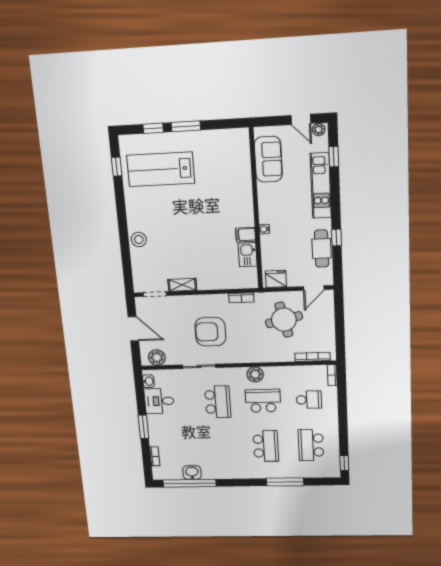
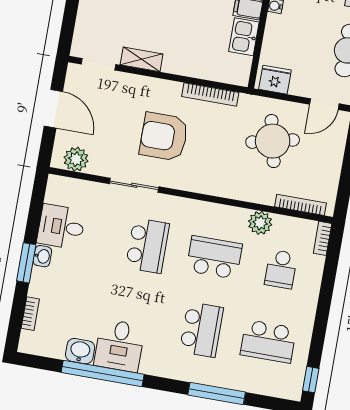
bookcase: (241, 298) -> (210, 94), width x1.56
plant: (255, 374) -> (260, 223), moved
washbasin: (148, 381) -> (42, 256), moved
school desk: (309, 400) -> (281, 269), turned 90
school desk: (311, 445) -> (268, 341), turned -90
desk: (216, 465) -> (119, 345), added
window: (189, 483) -> (103, 373), moved

